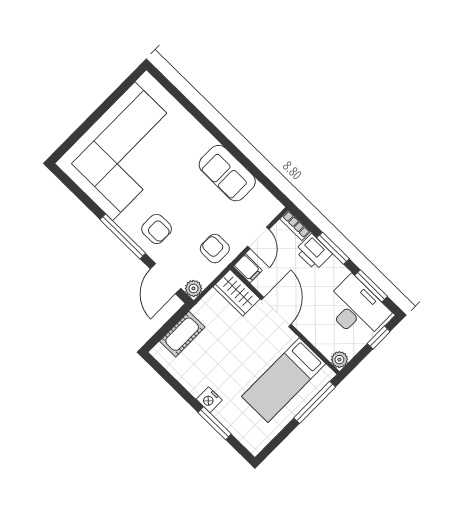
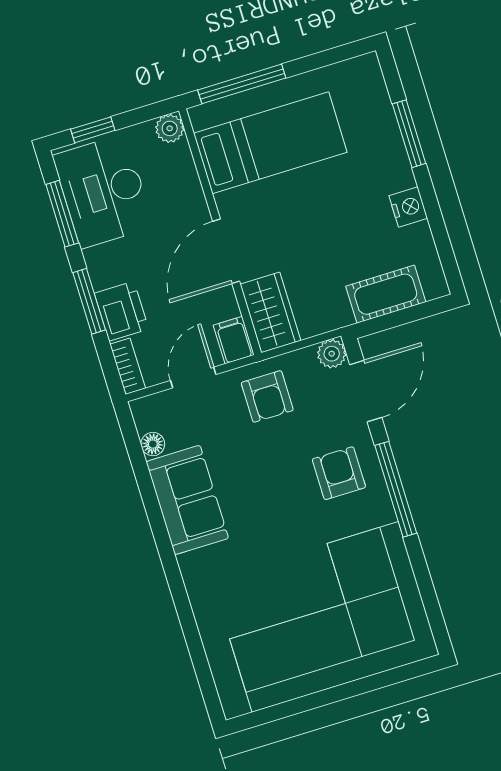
floor lamp: (261, 192) -> (153, 444), added
nightstand: (209, 400) -> (408, 207), moved

